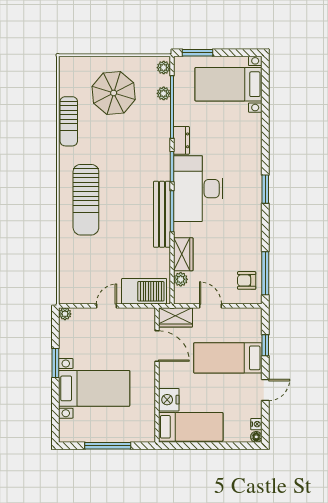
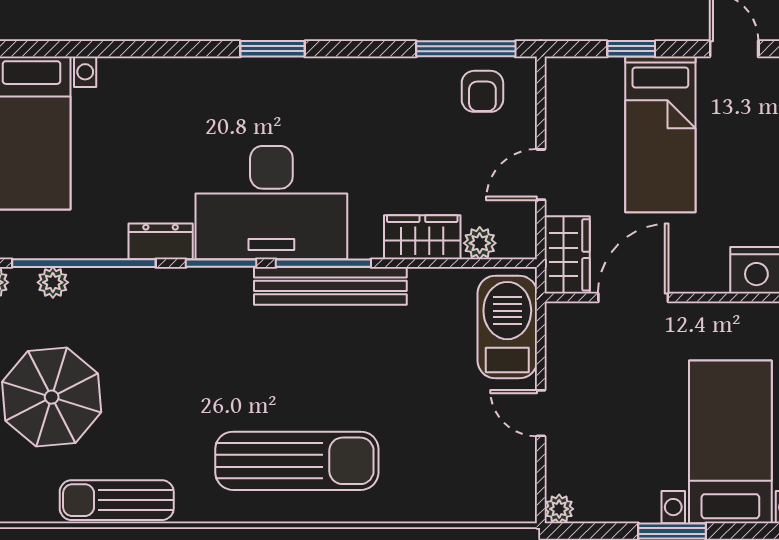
sun lounger: (69, 121) -> (117, 500), turned 180

